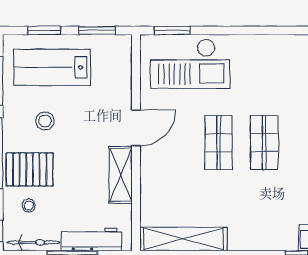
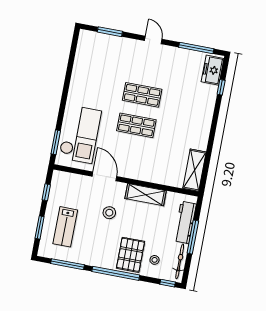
window: (97, 30) -> (46, 192), width x0.67
lab bench: (52, 67) -> (65, 227), width x0.73, depth x0.72
stool: (45, 121) -> (109, 213), moved
door: (136, 128) -> (104, 176), moved
shelving: (183, 239) -> (195, 170), width x0.68

